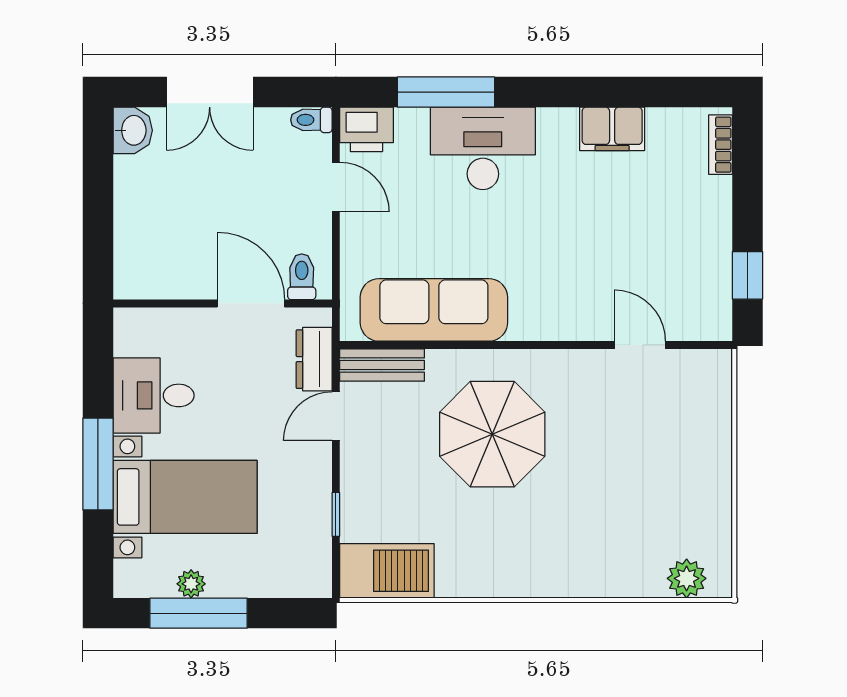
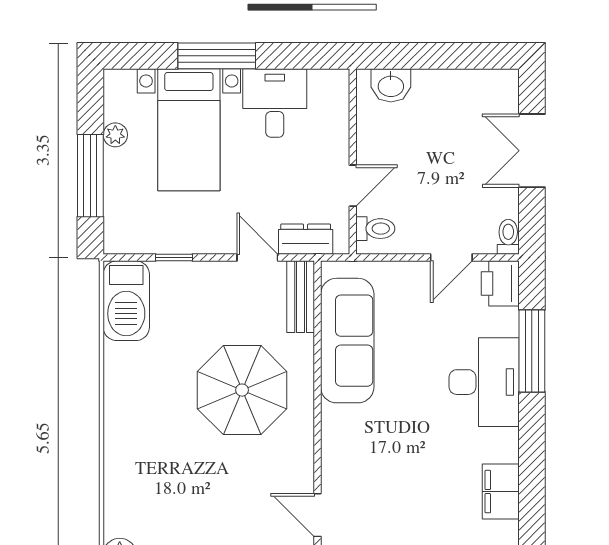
washbasin: (133, 130) -> (391, 85), moved
door: (251, 303) -> (353, 186), width x0.73
door: (640, 345) -> (318, 515), swing flipped
window: (198, 613) -> (90, 176), moved

